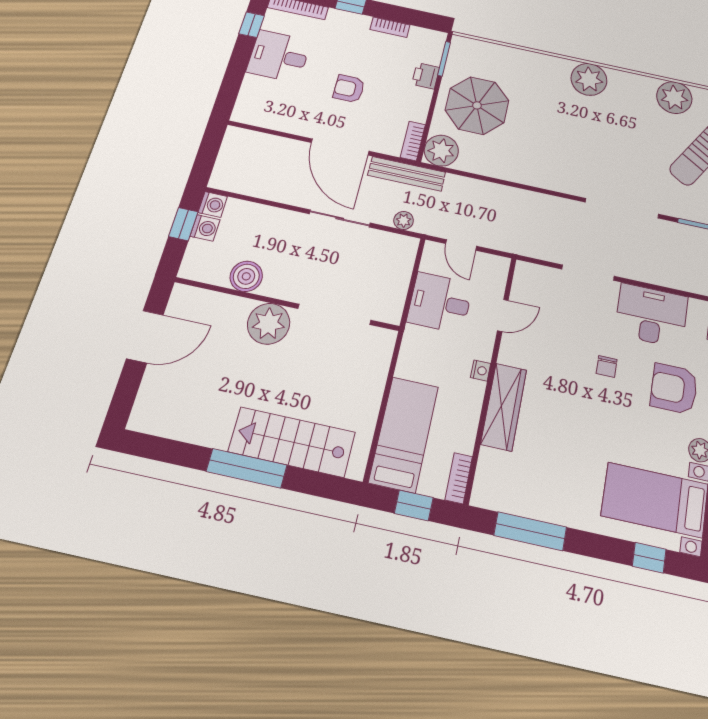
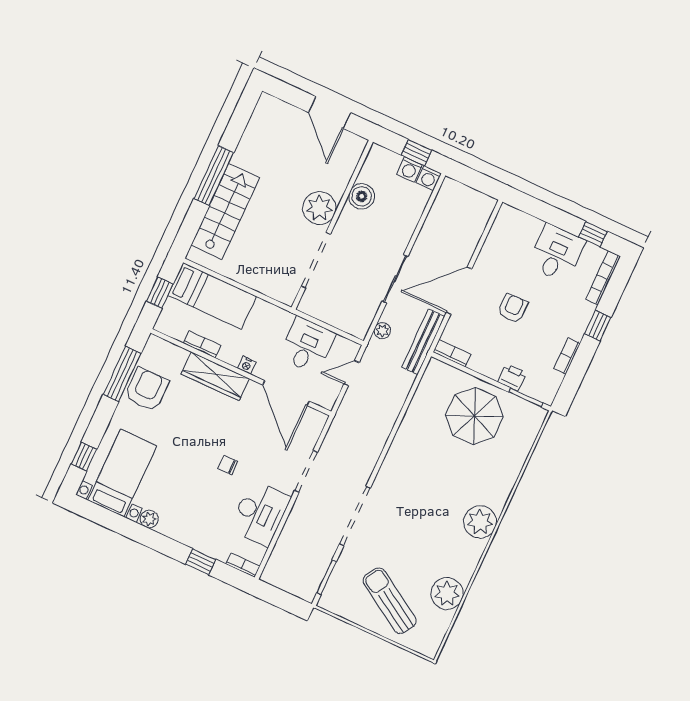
plant: (441, 151) -> (438, 375), removed
door: (503, 315) -> (286, 393), width x1.88
armchair: (674, 389) -> (147, 390), moved
bookcase: (459, 478) -> (202, 344), moved

